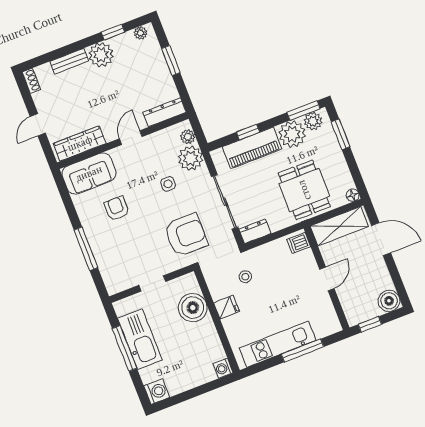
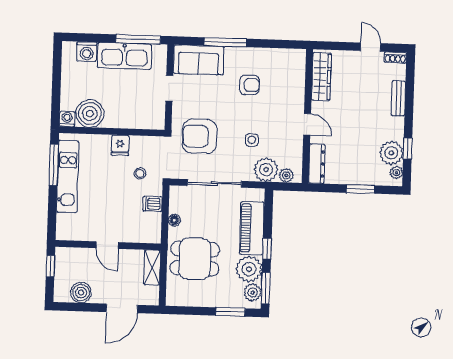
plant: (101, 55) -> (391, 153), moved
door: (38, 125) -> (371, 47), moved
window: (248, 132) -> (267, 249), moved
sofa: (89, 173) -> (199, 60), moved, turned -90
floor lamp: (353, 195) -> (174, 220), moved
shelving: (339, 226) -> (152, 267), width x0.67, depth x0.75
dresser: (255, 231) -> (177, 199), removed
armchair: (186, 235) -> (200, 136), turned 90
dishwasher: (299, 243) -> (153, 204), moved, turned -90
boiler: (389, 301) -> (81, 293), moved
boiler: (193, 308) -> (90, 114), moved
window: (124, 348) -> (138, 39), moved
window: (303, 350) -> (54, 165), moved
washing machine: (157, 392) -> (87, 52), moved

